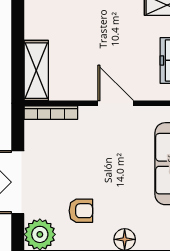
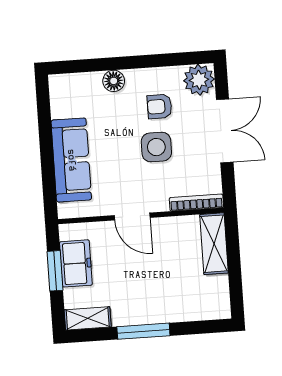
side table: (87, 171) -> (156, 147), added

